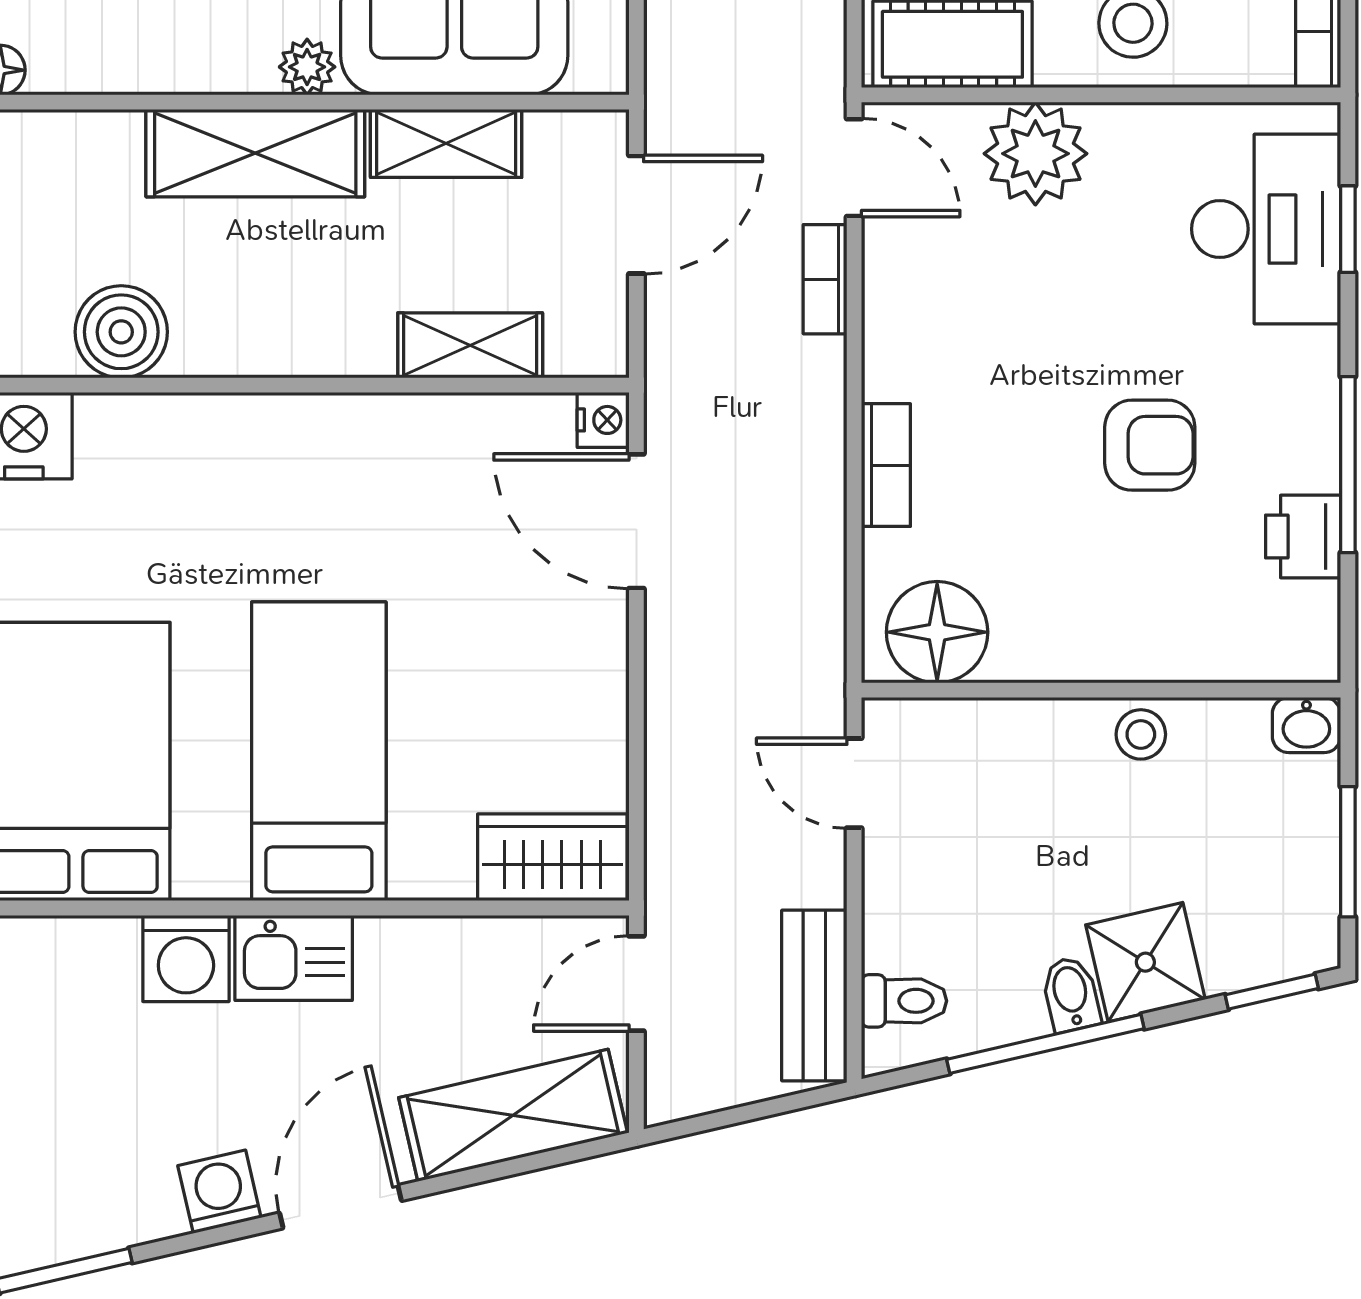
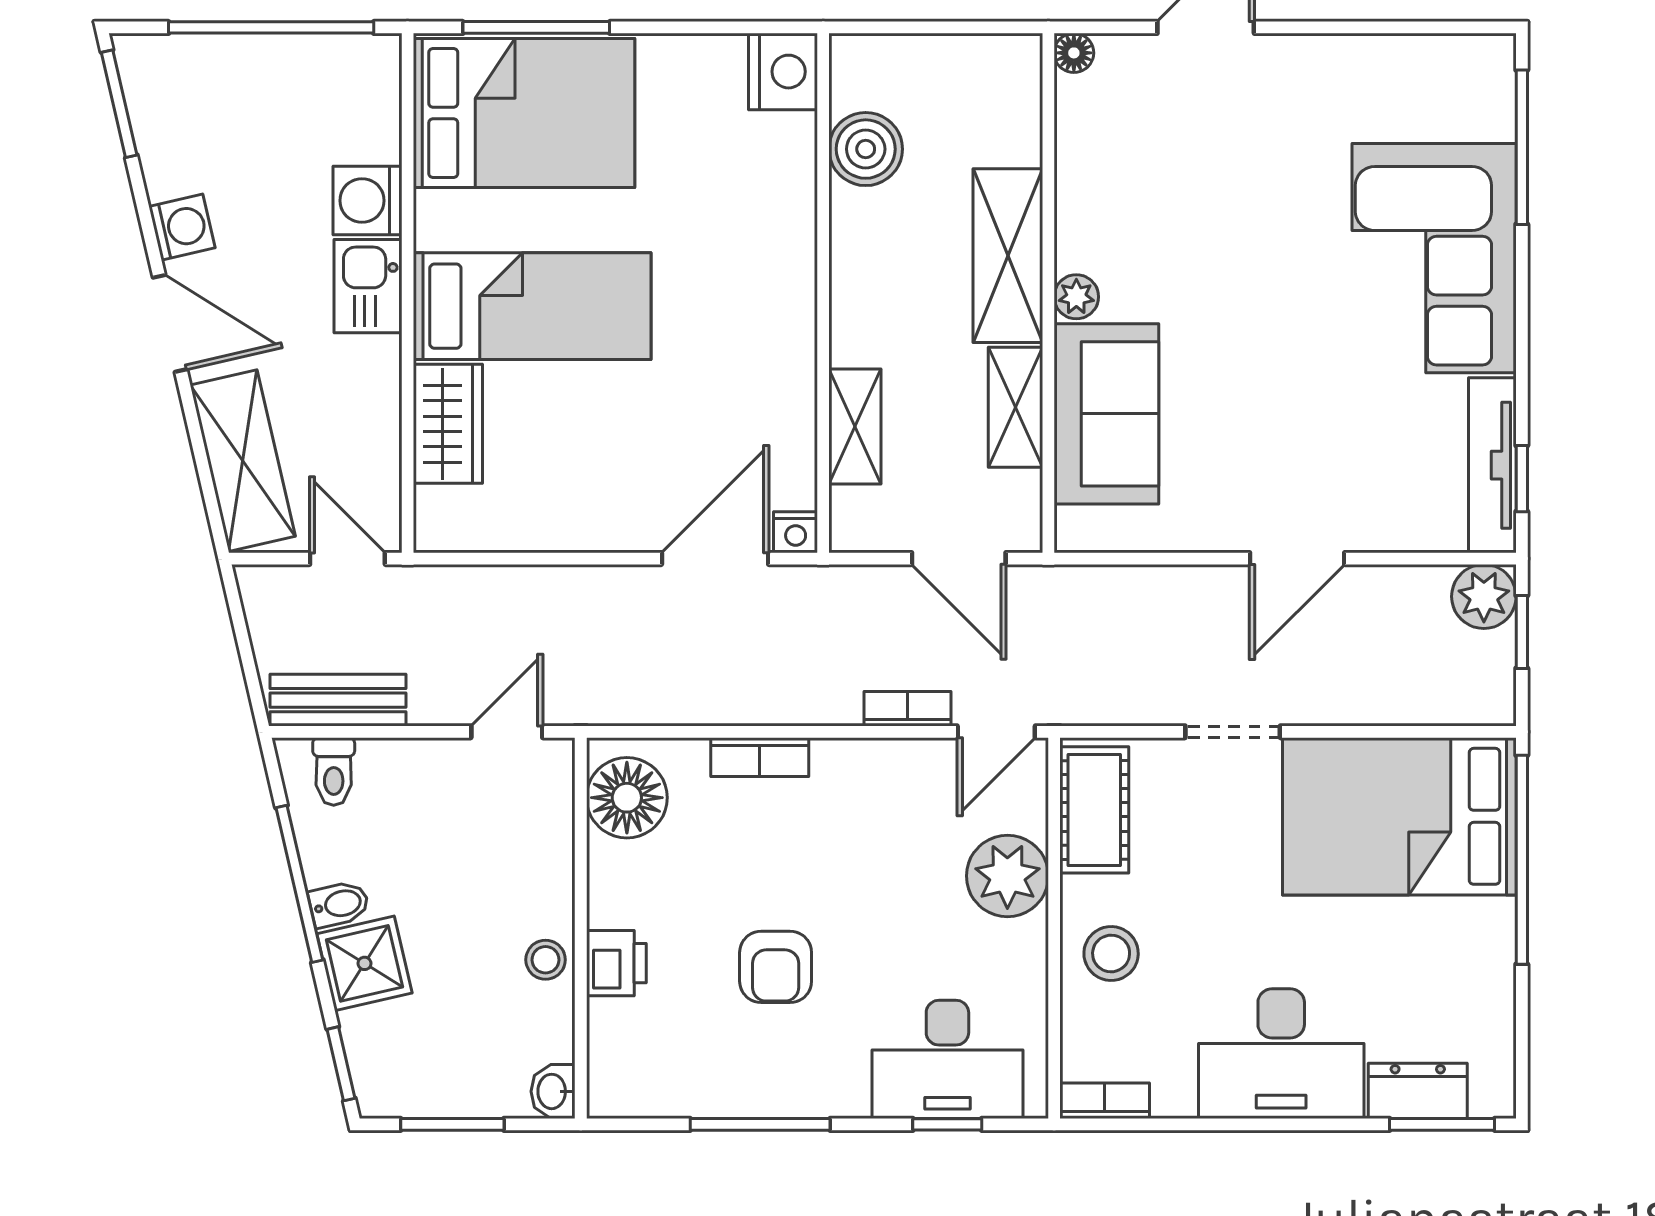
printer: (1303, 537) -> (616, 963), moved, turned 90
wardrobe: (552, 857) -> (448, 424), moved

